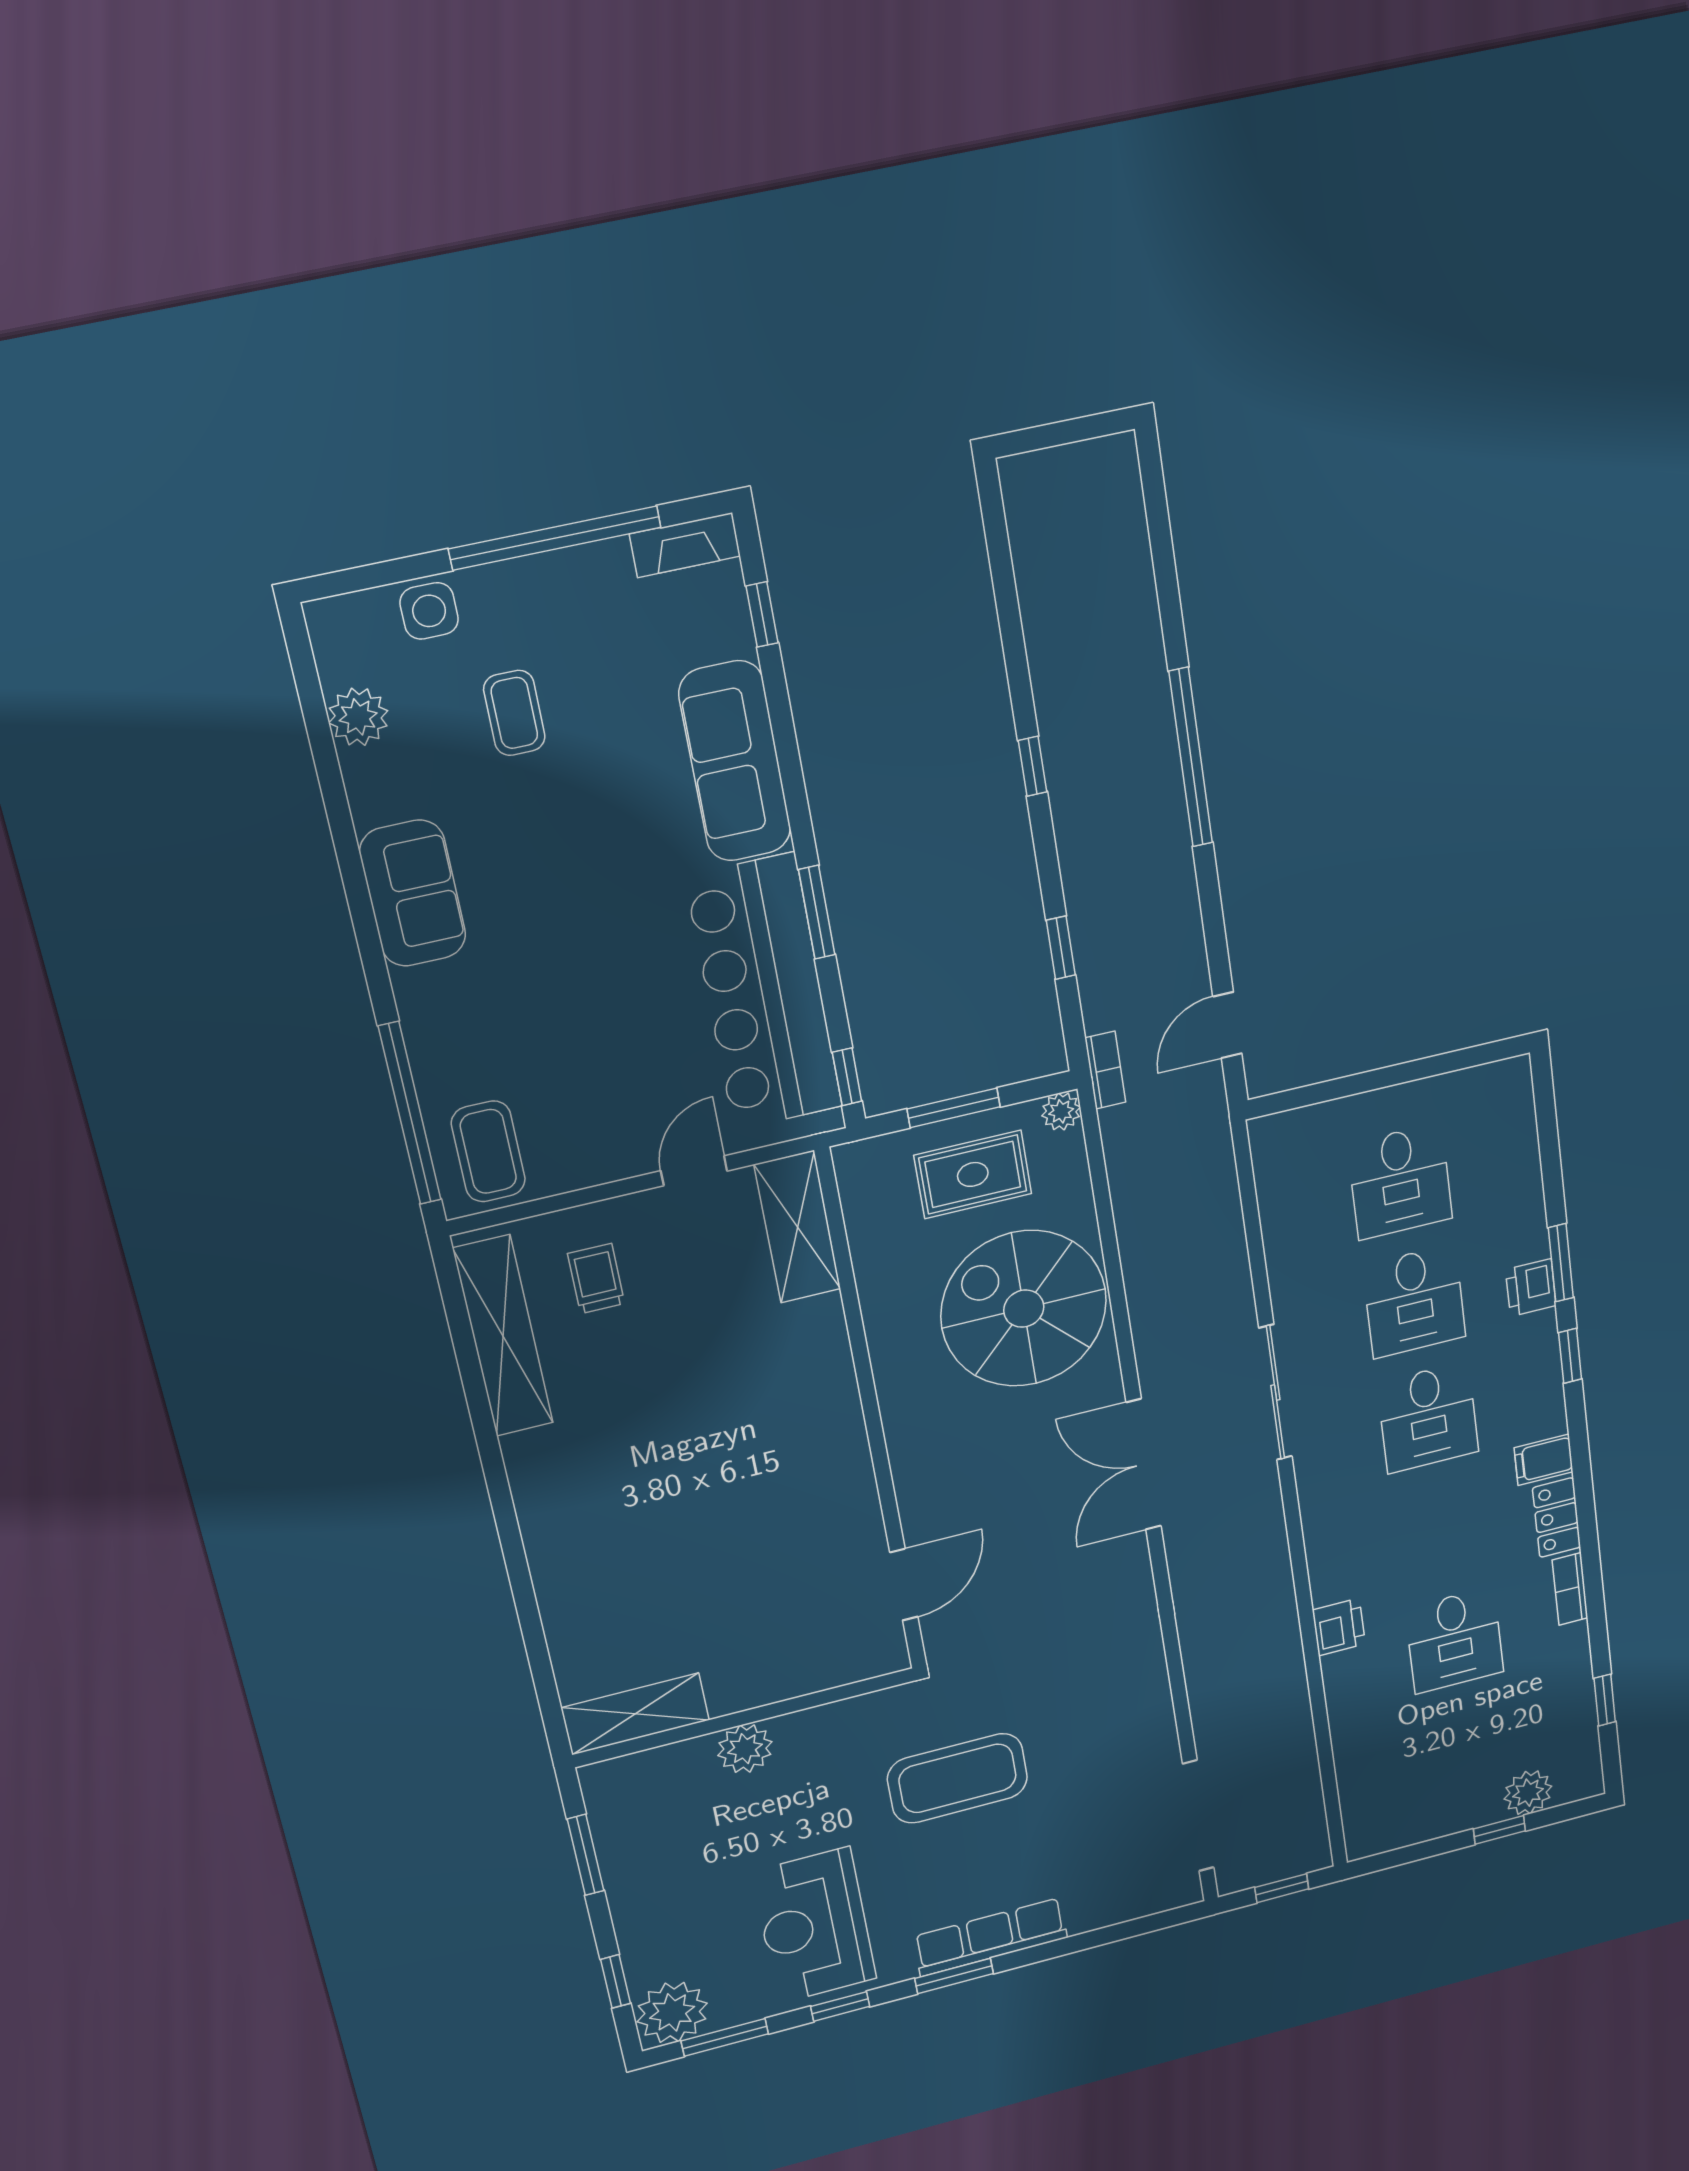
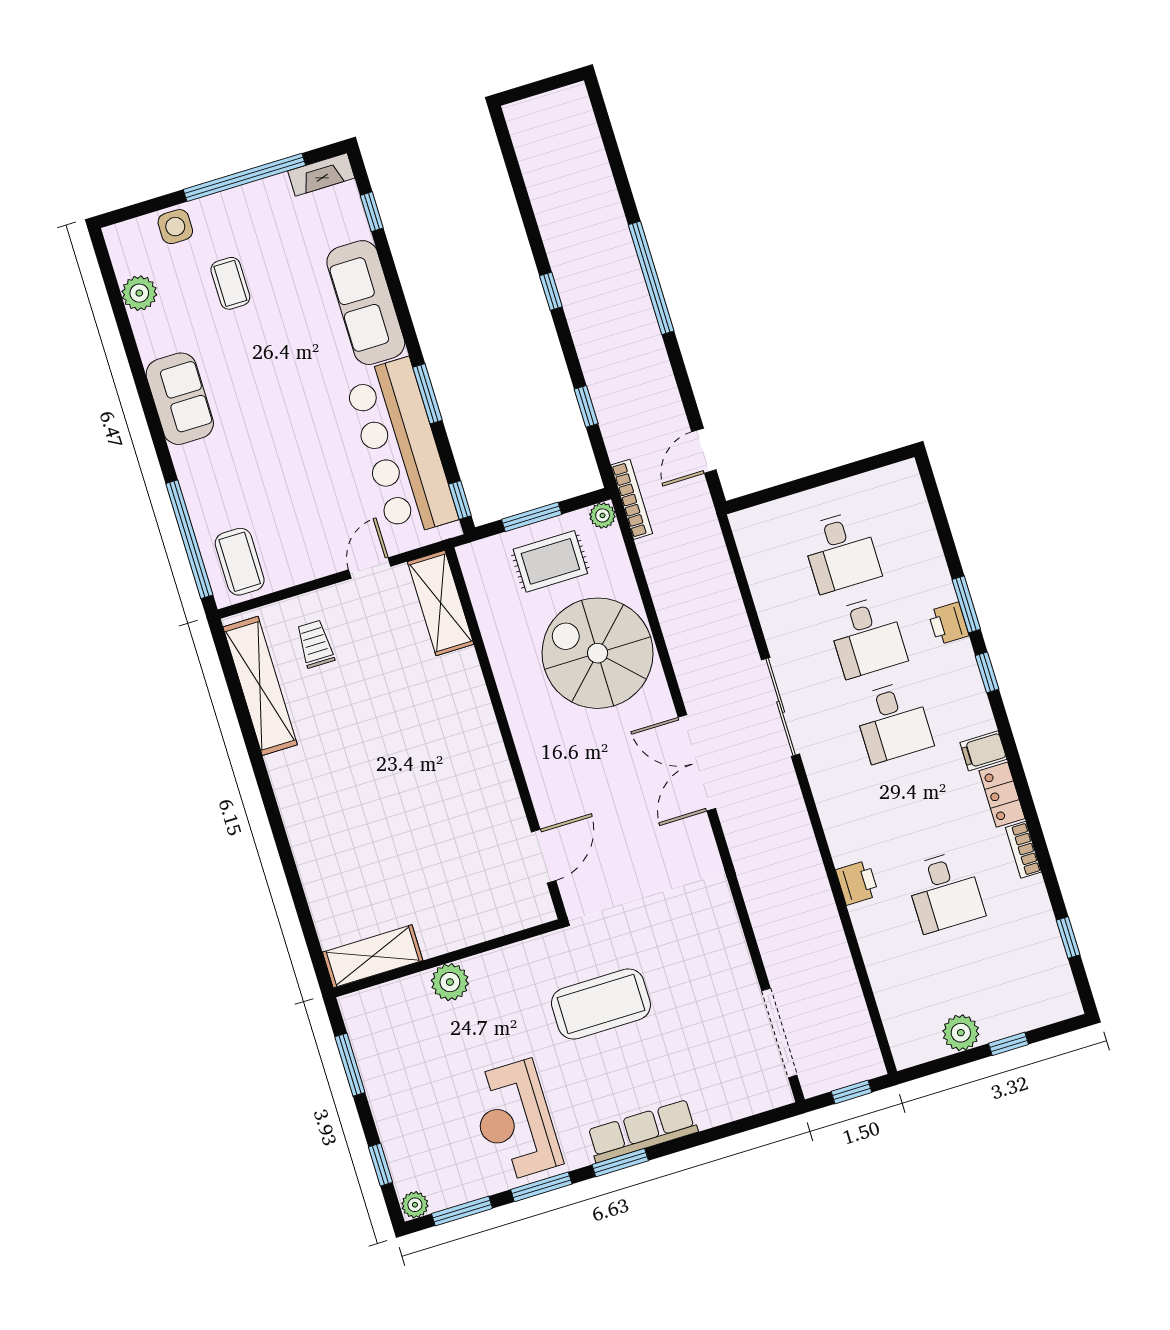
bookcase: (1105, 1070) -> (632, 499), width x1.56
plant: (1528, 1793) -> (961, 1033), moved
window: (840, 2006) -> (541, 1187), width x1.50
plant: (672, 2012) -> (415, 1205), width x0.53, depth x0.53

